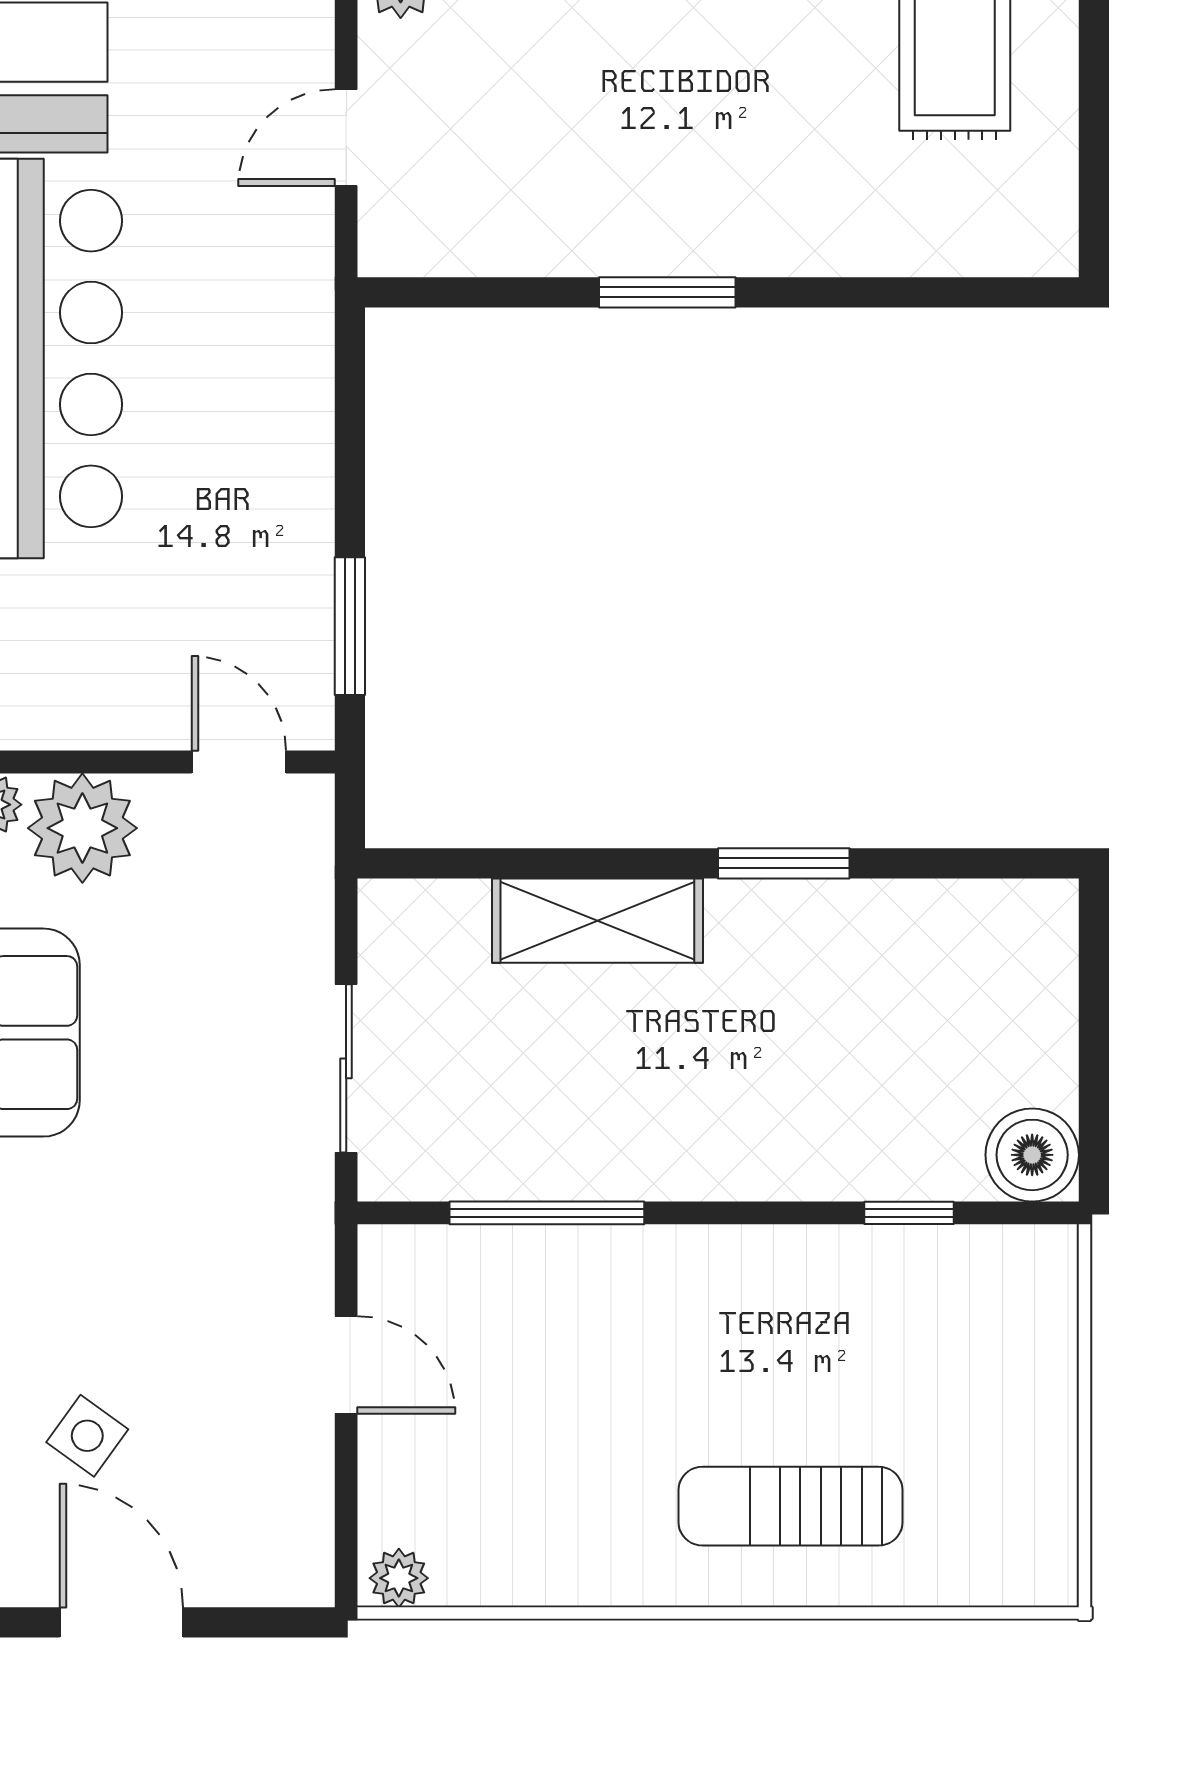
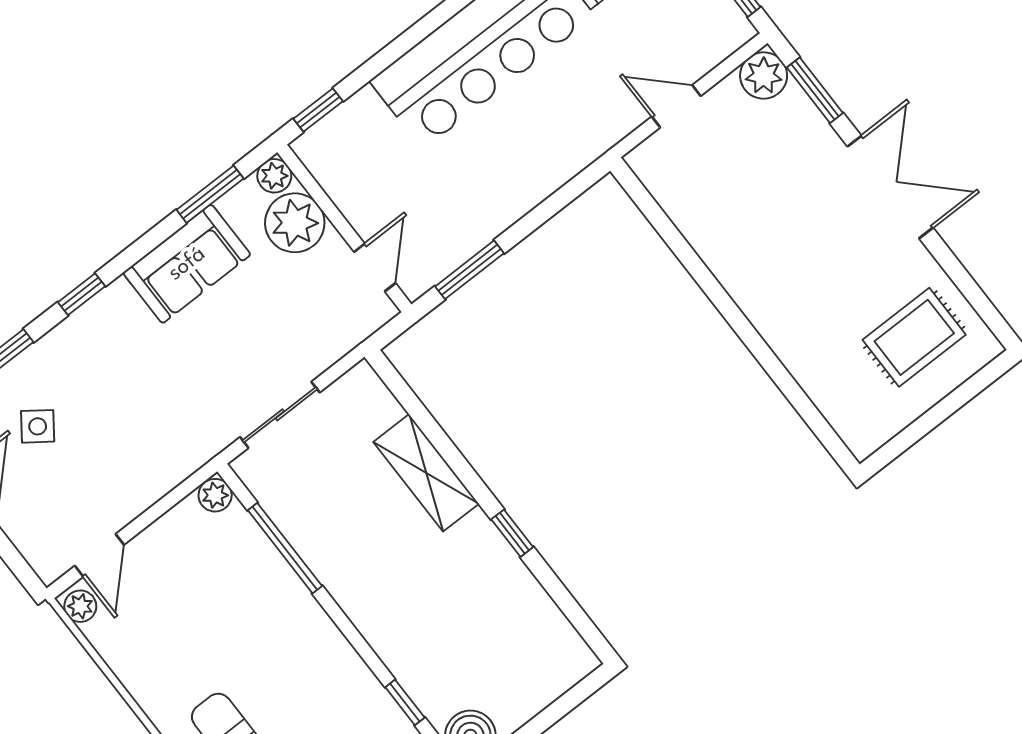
window: (667, 292) -> (717, 294), removed
window: (784, 863) -> (512, 533), width x0.67
plant: (390, 1255) -> (215, 495), added
door: (346, 1365) -> (99, 555), moved

